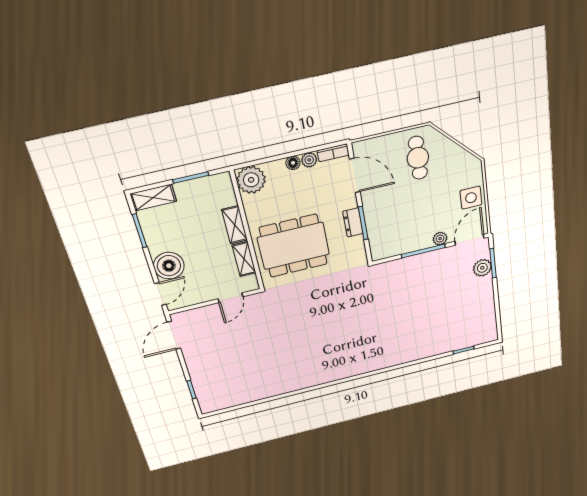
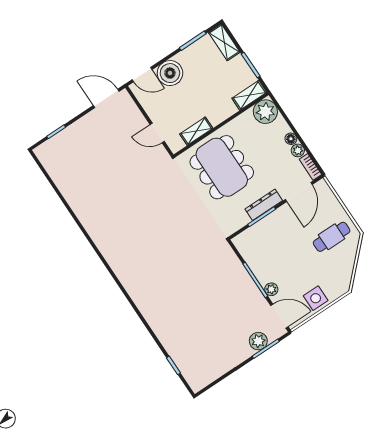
dresser: (353, 222) -> (264, 205), width x1.44
shelving: (235, 225) -> (249, 95), moved

